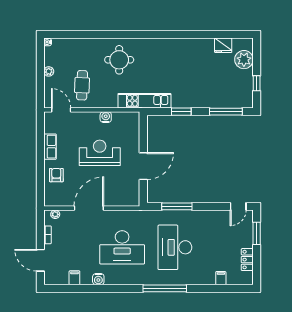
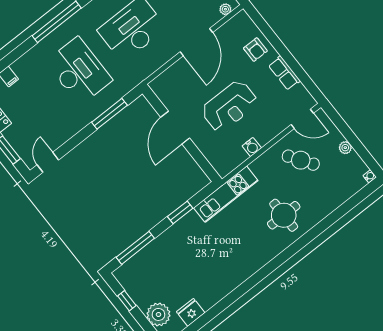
cafe table: (82, 85) -> (301, 160), turned -36

